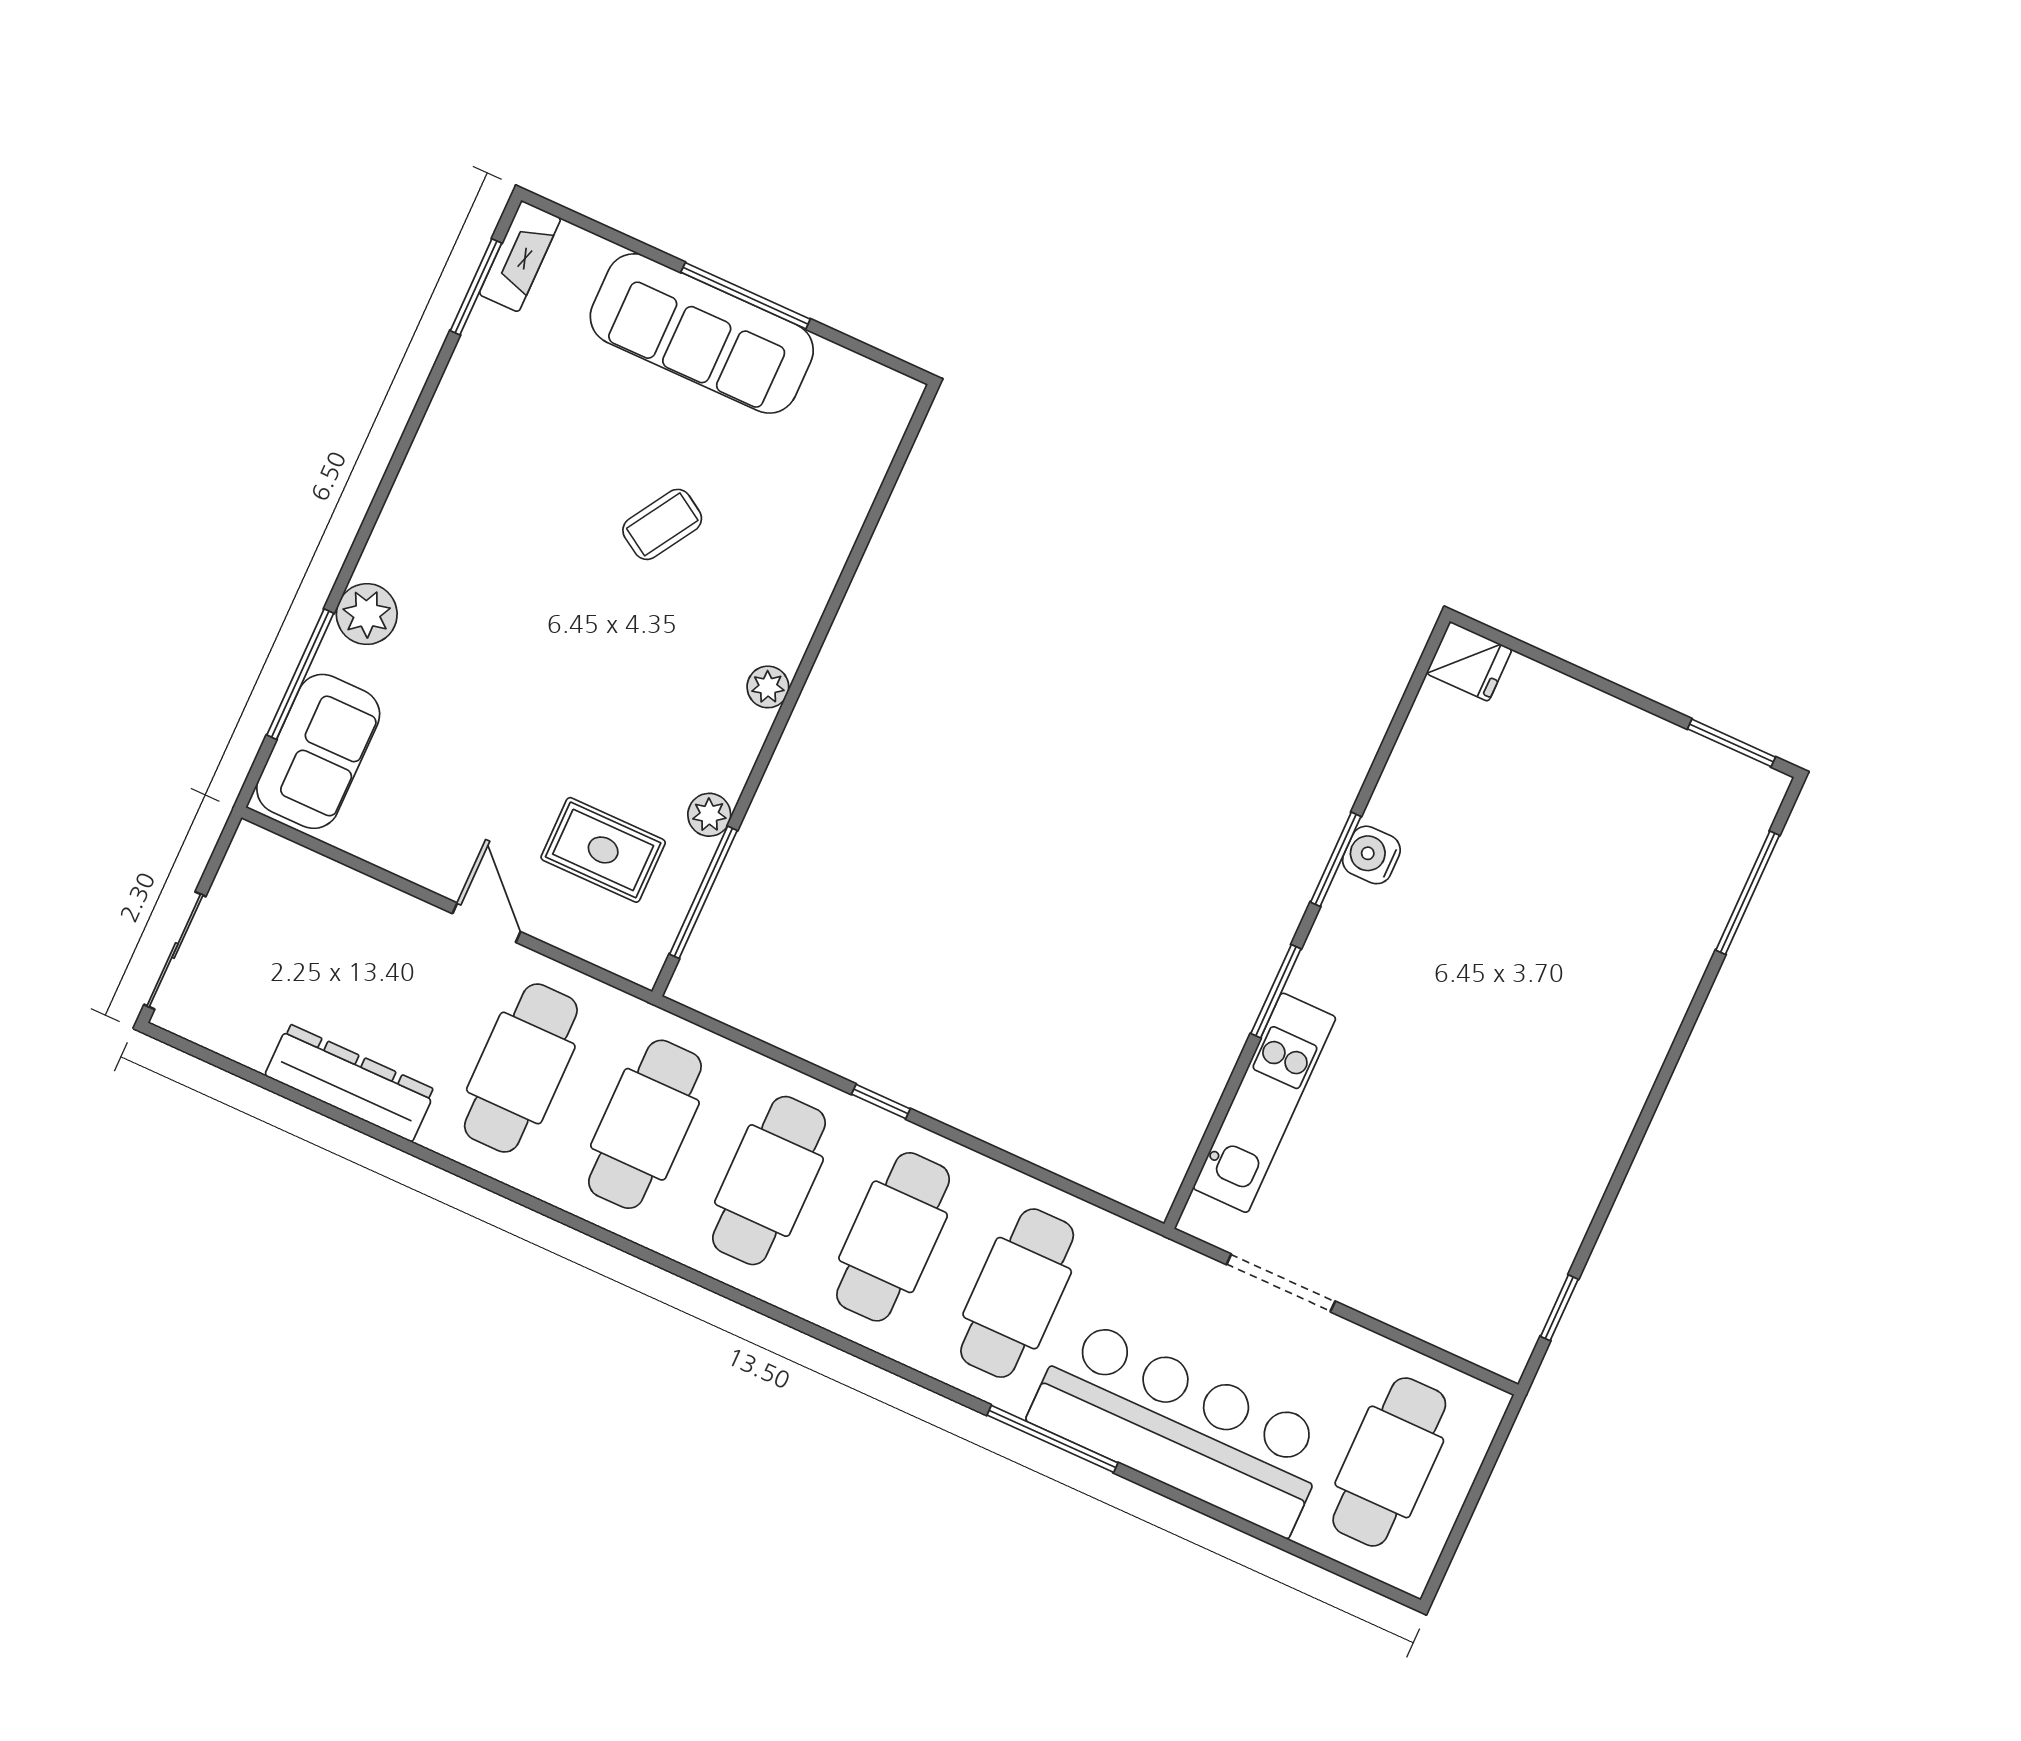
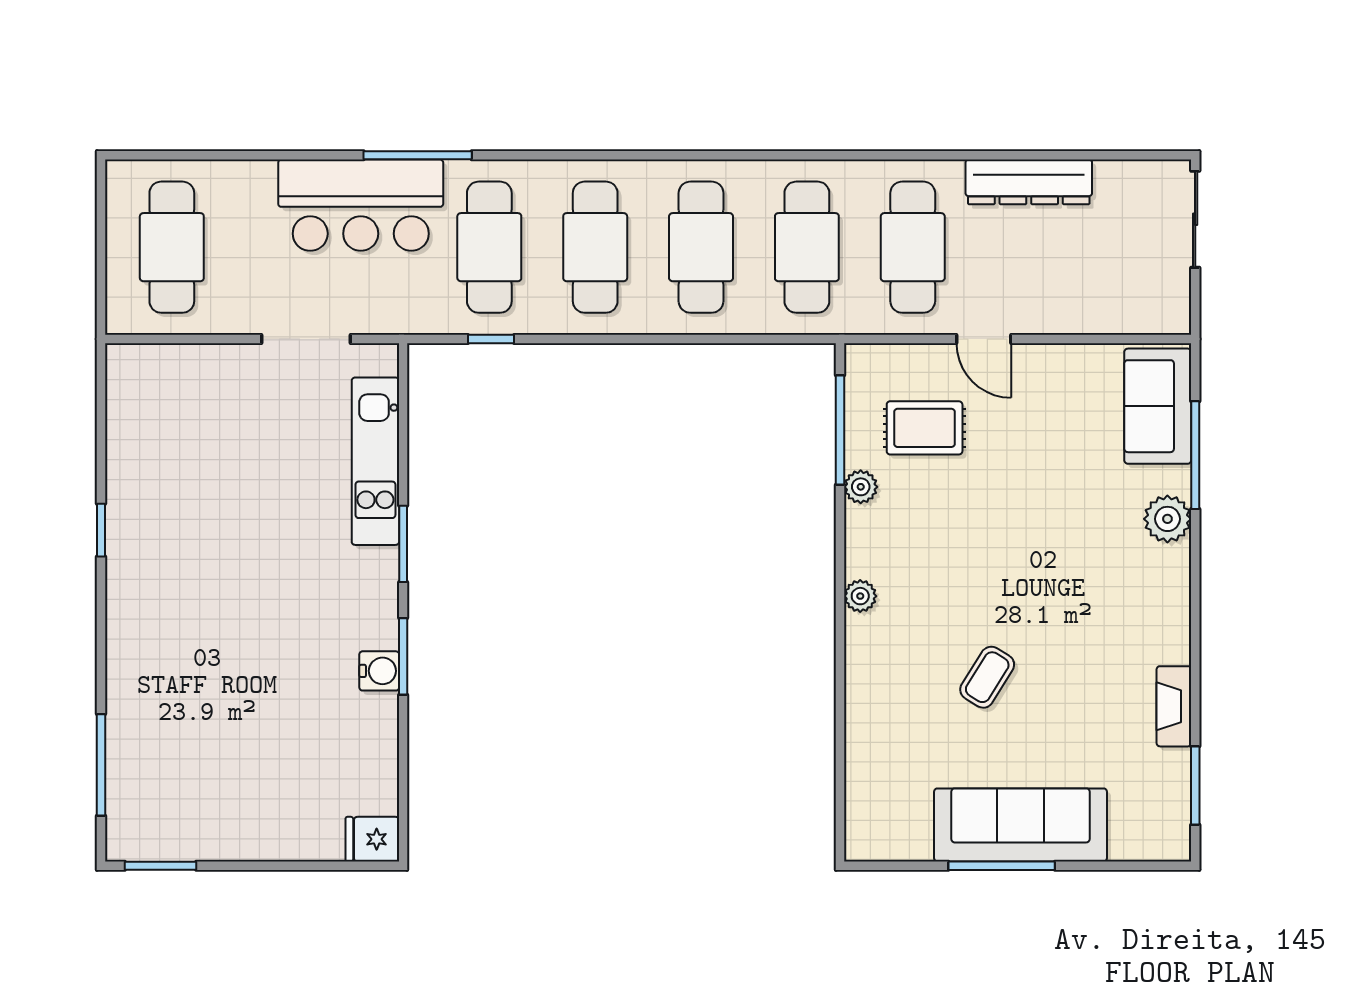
fireplace: (520, 256) -> (1174, 706), moved
window: (881, 1101) -> (491, 339), moved
window: (1559, 1308) -> (101, 530), moved
bar counter: (1181, 1427) -> (361, 205), width x0.73

